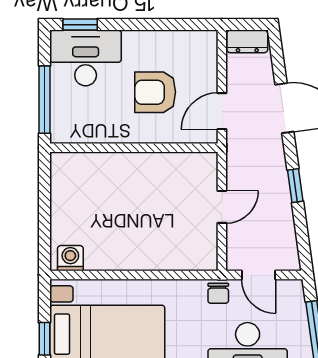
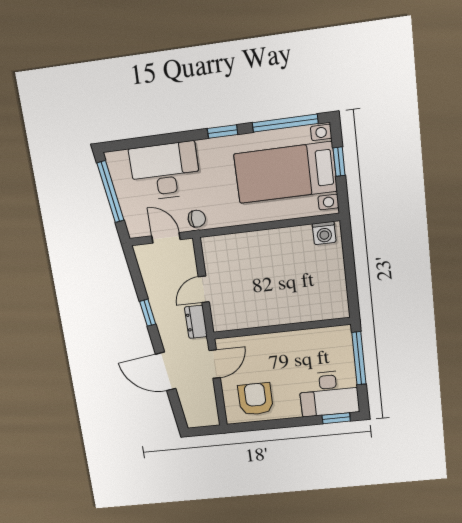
dresser: (247, 41) -> (196, 322), moved, turned -90
armchair: (155, 92) -> (256, 399), moved, turned -90
chair: (218, 293) -> (197, 219), turned 90

